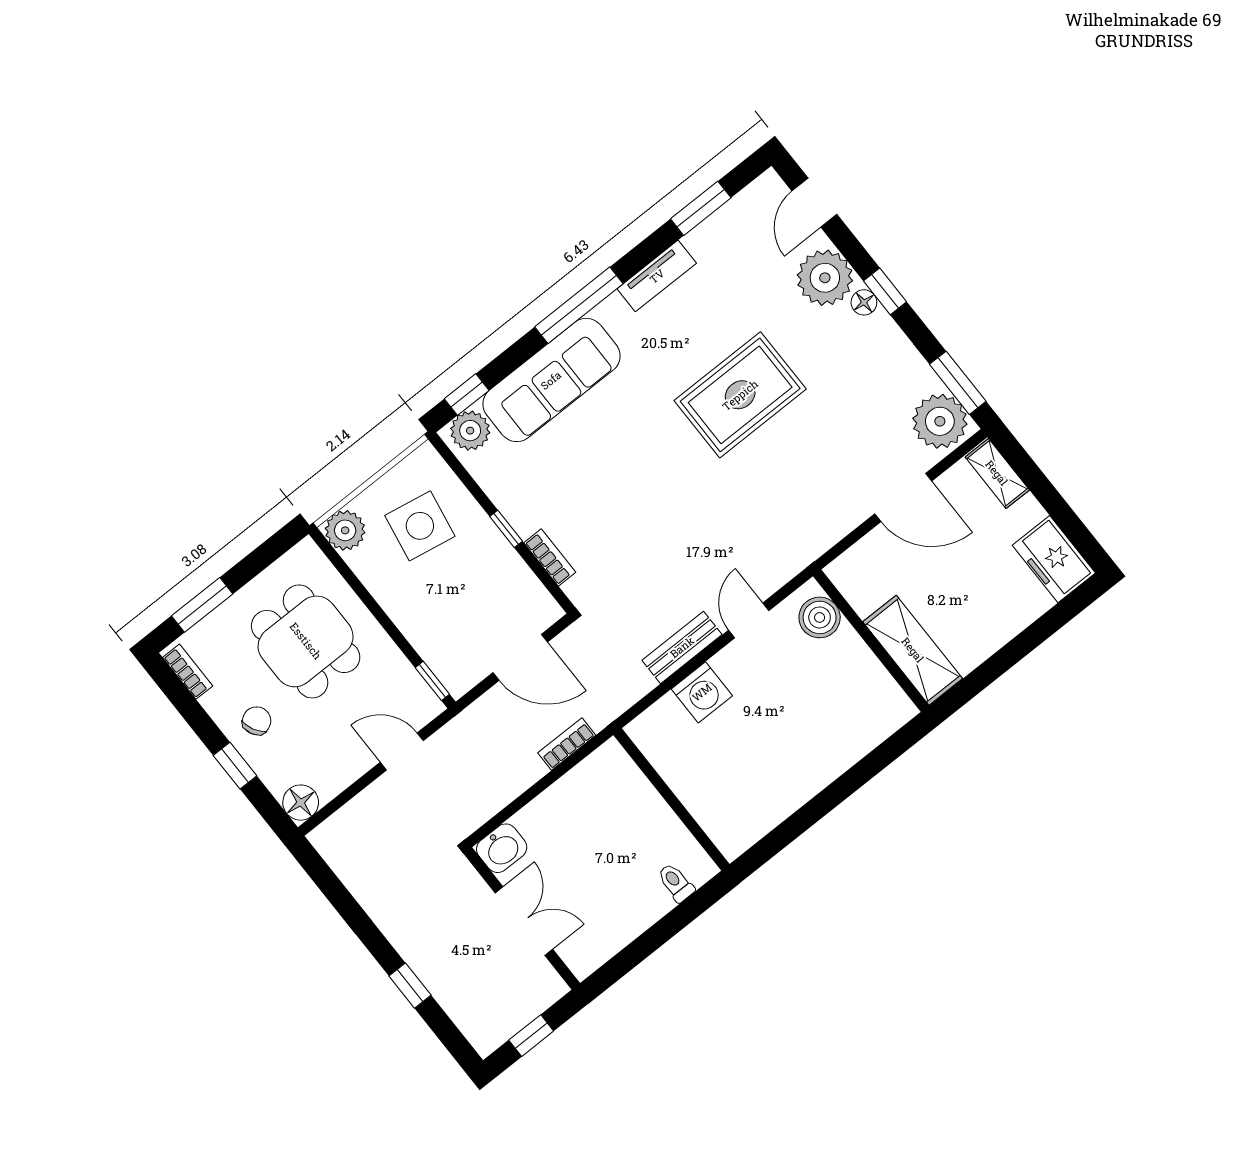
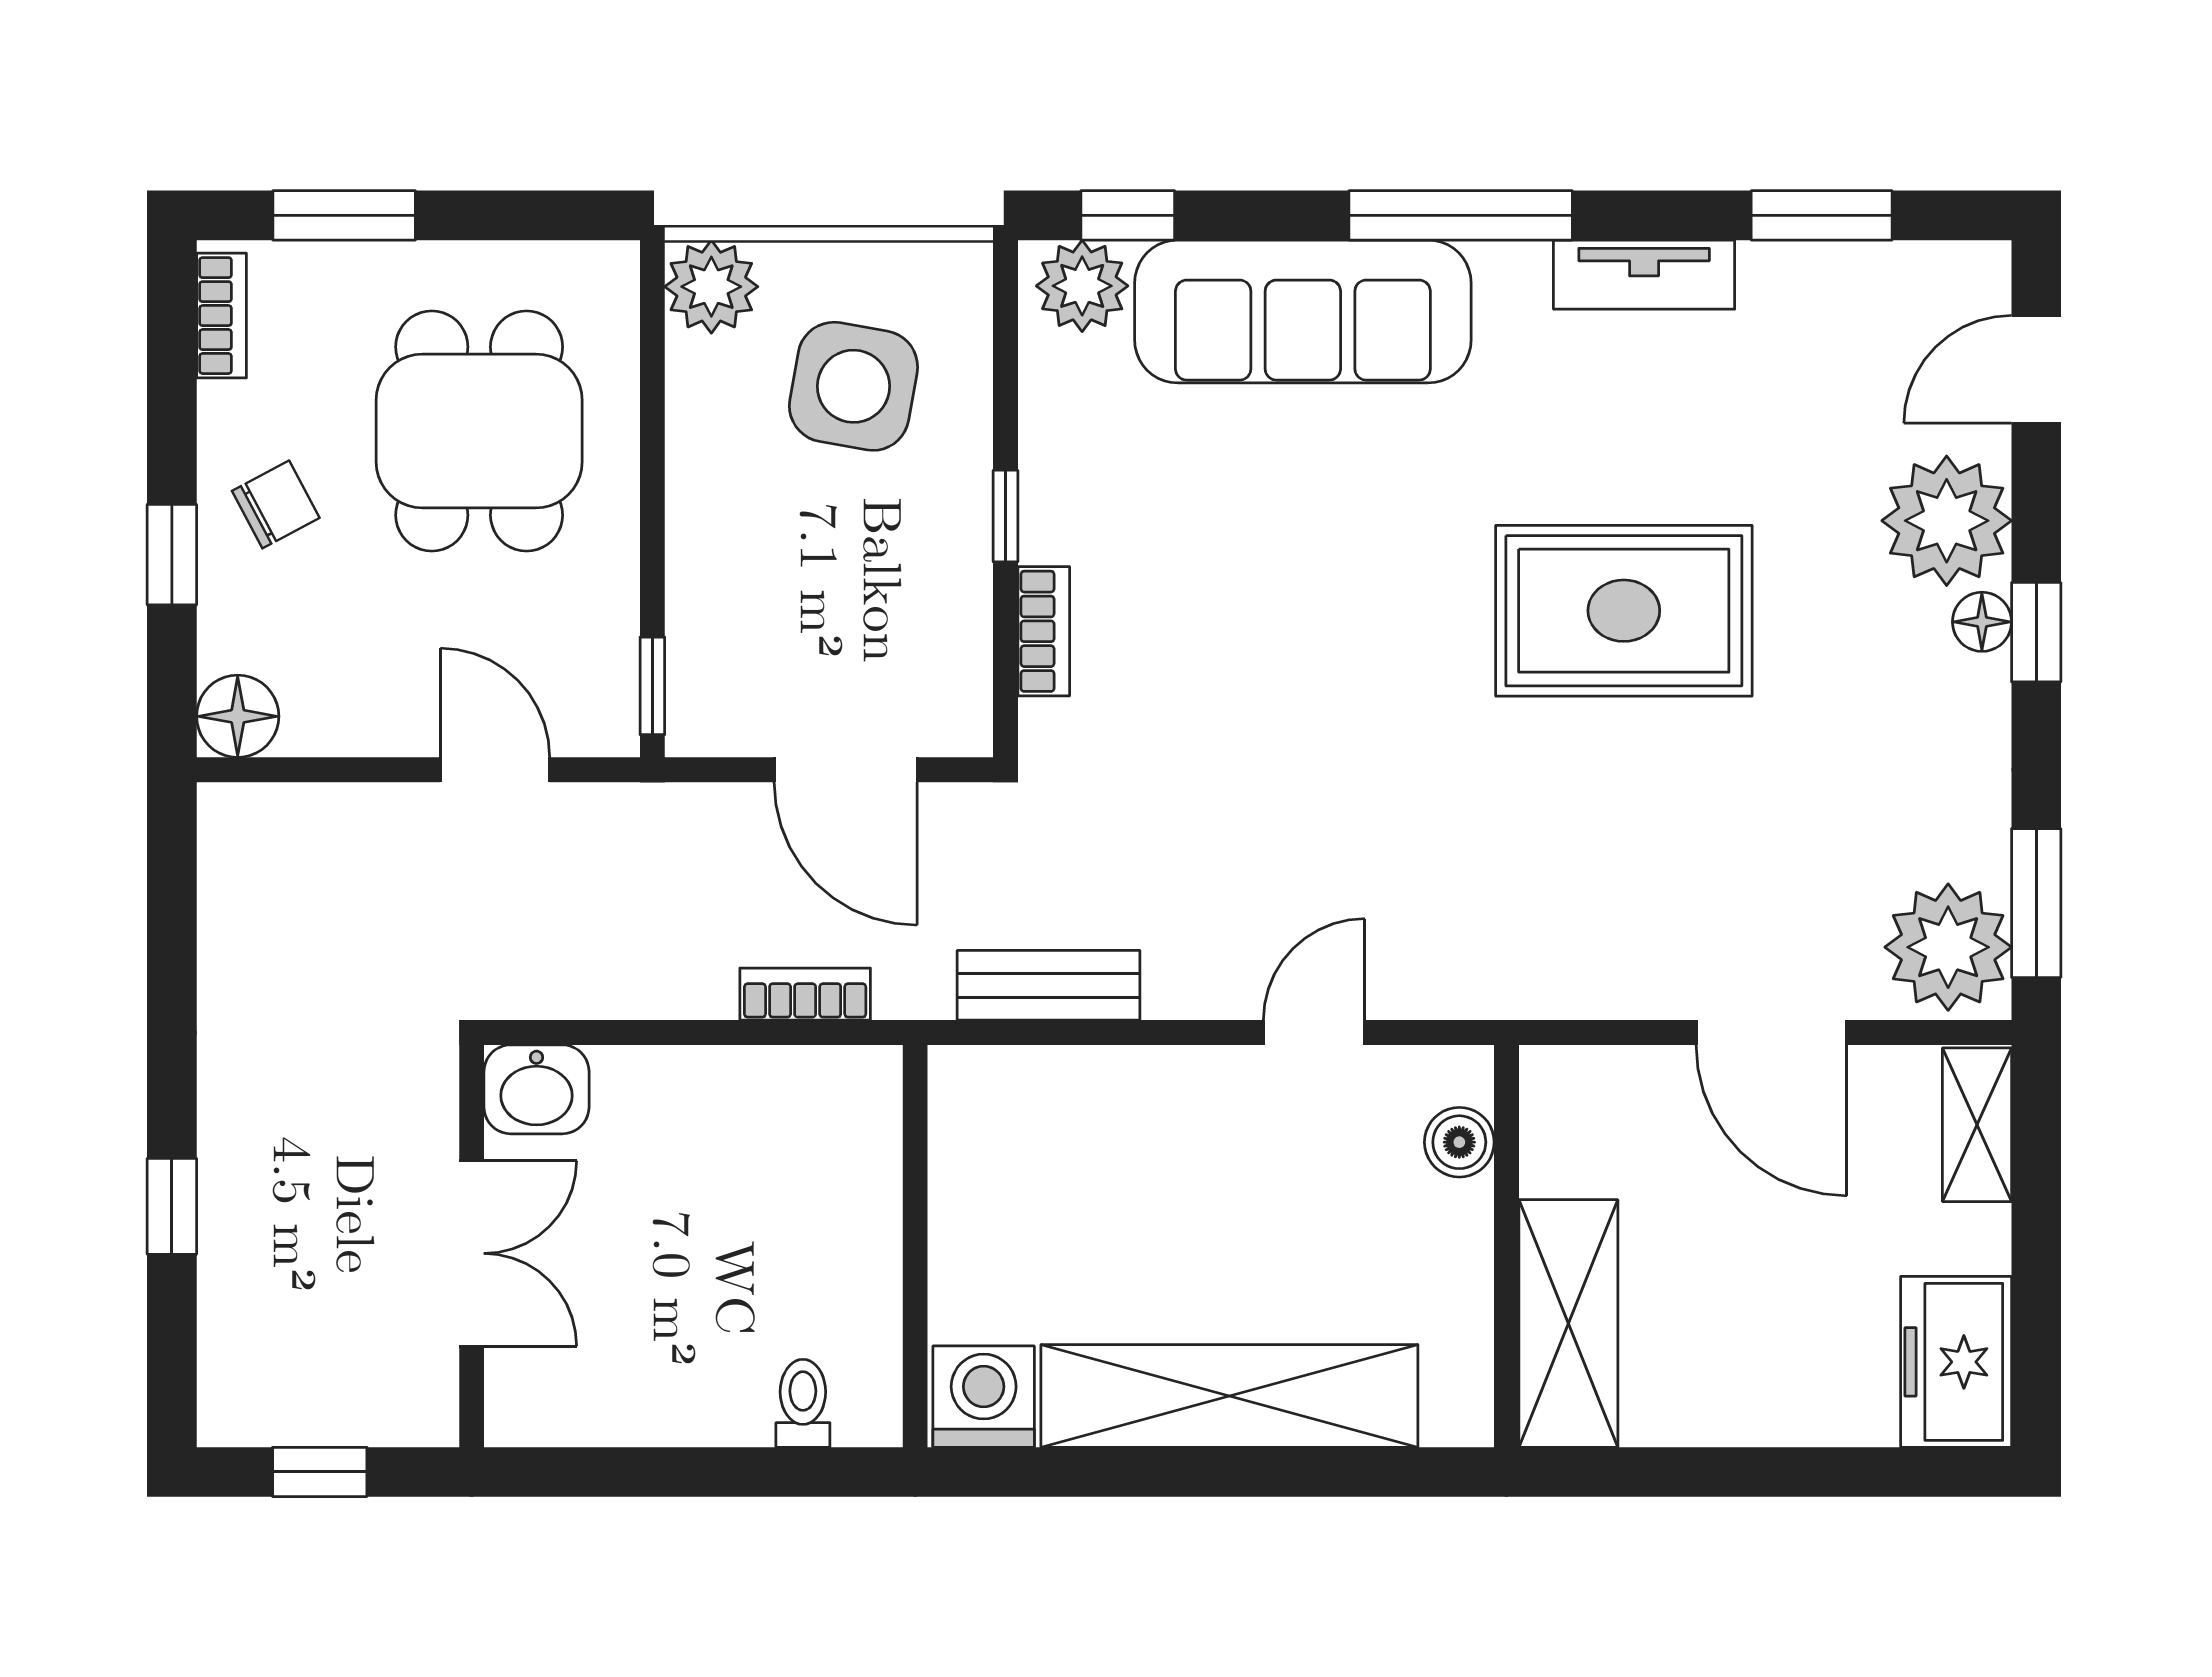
boiler: (820, 617) -> (1459, 1142), width x0.73, depth x0.73
bench: (682, 647) -> (1049, 985), moved
washing machine: (702, 692) -> (984, 1397), moved, turned 180
shelving: (818, 766) -> (1229, 1396), added

